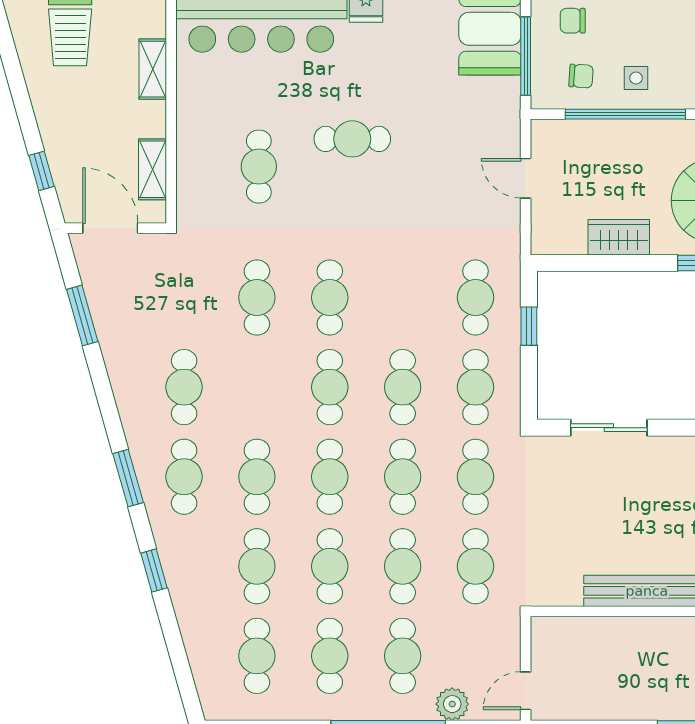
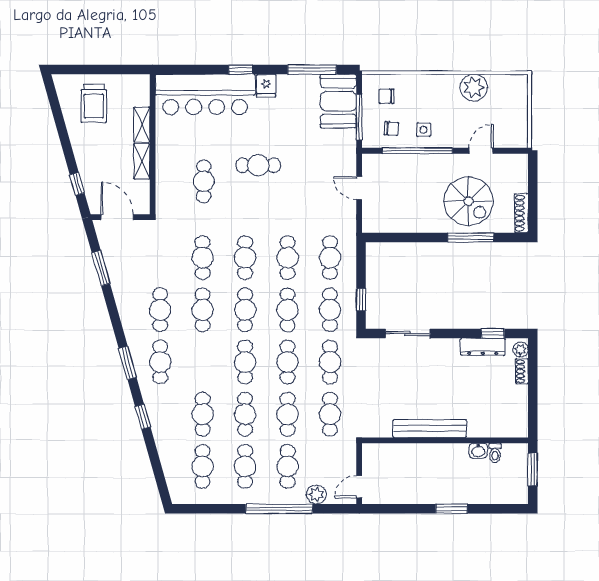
shelving: (152, 169) -> (142, 161), moved
wardrobe: (619, 237) -> (413, 222), removed
cafe table: (403, 298) -> (288, 258), added
window: (529, 326) -> (361, 300), moved
cafe table: (257, 477) -> (203, 310), moved

